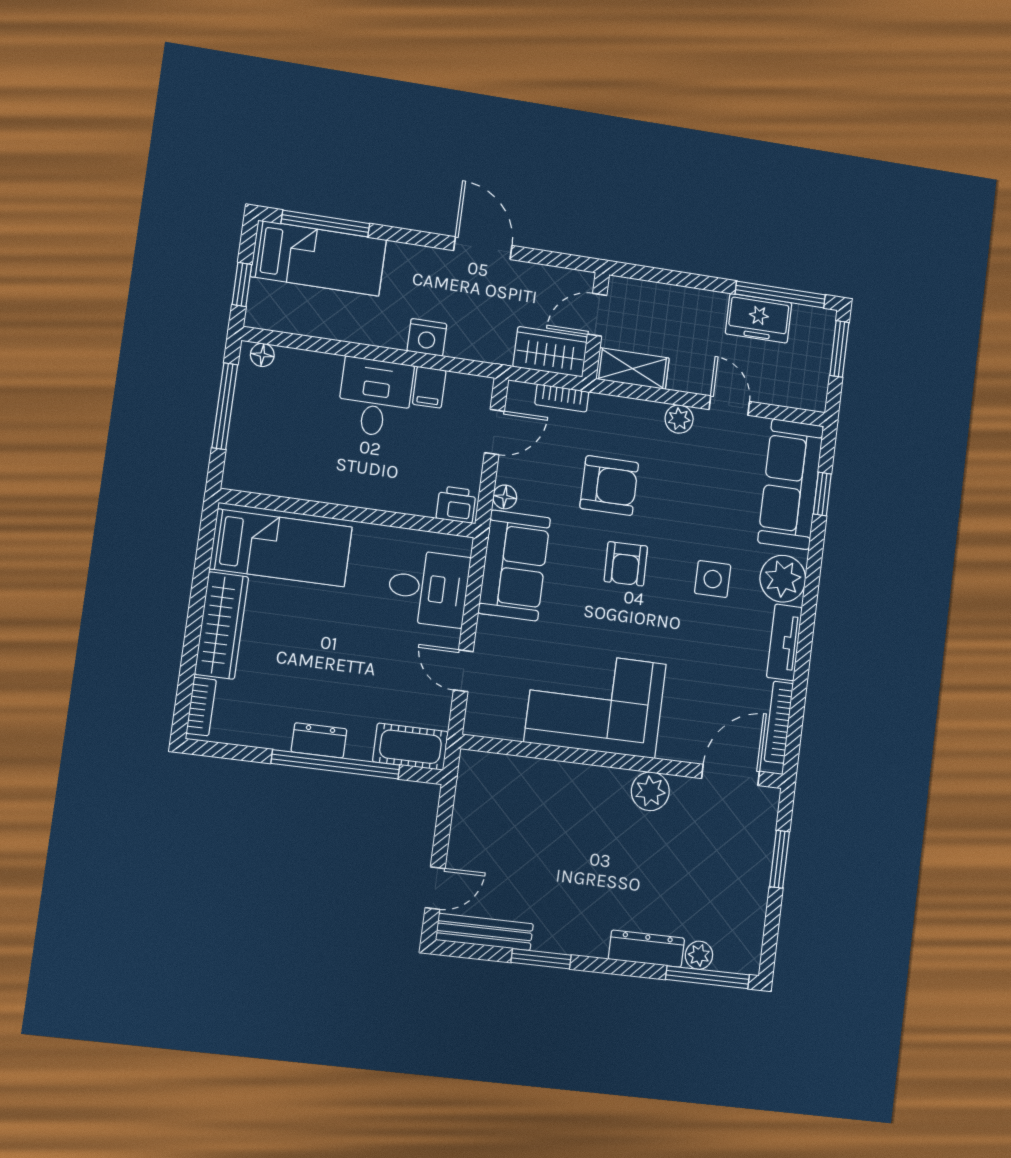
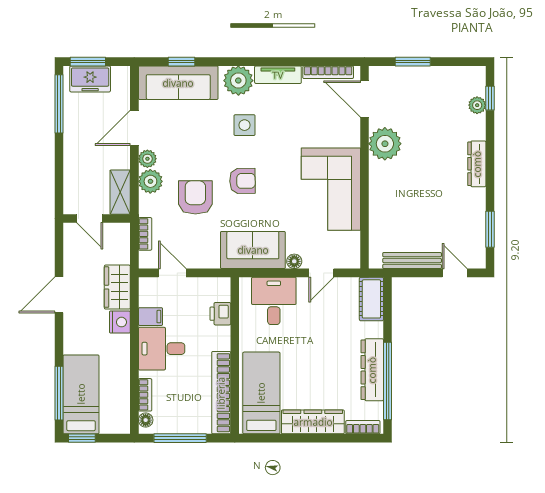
window: (242, 284) -> (82, 438), moved
freezer: (759, 318) -> (90, 79), moved, turned 90
wardrobe: (550, 352) -> (117, 287), moved
bookcase: (304, 360) -> (145, 395), added
door: (729, 406) -> (134, 128), width x1.37
plant: (643, 419) -> (150, 181), added
bookcase: (290, 483) -> (221, 393), added
floor lamp: (505, 497) -> (294, 261), moved
printer: (456, 504) -> (220, 314), moved
dresser: (319, 740) -> (372, 370), width x1.96, depth x1.24
window: (336, 764) -> (387, 381), moved
plant: (650, 791) -> (385, 144), width x1.36, depth x1.36
bench: (484, 932) -> (412, 261), moved, turned 90
dresser: (646, 949) -> (477, 164), moved
window: (541, 959) -> (490, 229), moved
window: (707, 977) -> (490, 98), width x0.46

